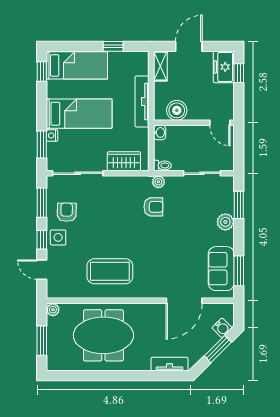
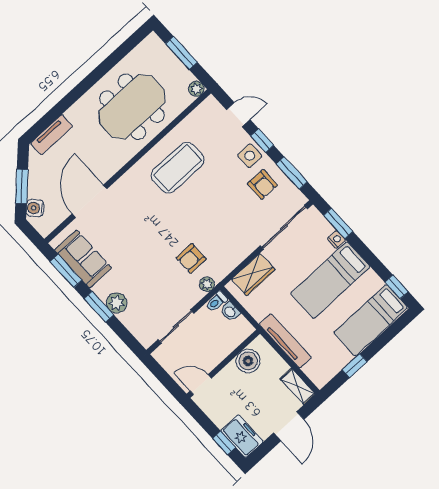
washbasin: (160, 132) -> (230, 312), moved
window: (239, 205) -> (99, 307), moved

